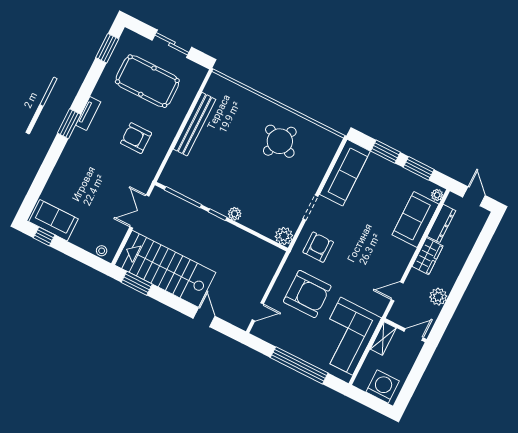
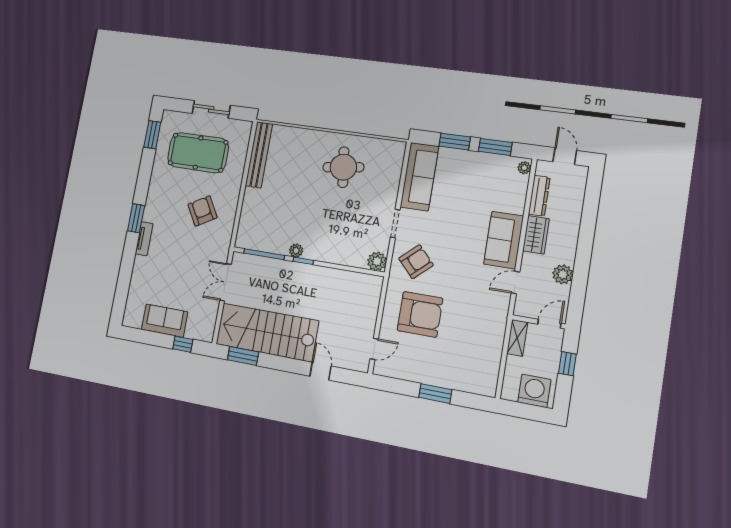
tv unit: (88, 113) -> (144, 239), moved
bench: (194, 124) -> (259, 155), moved
armchair: (136, 138) -> (202, 211), turned 60
round table: (280, 141) -> (343, 167), turned -32
plant: (235, 214) -> (296, 251), moved
sofa: (53, 220) -> (165, 321), moved
sofa: (416, 220) -> (504, 240), moved
window: (44, 236) -> (183, 344), moved
armchair: (318, 247) -> (416, 262), turned 47
stool: (102, 251) -> (200, 333), removed
corner sofa: (347, 336) -> (477, 347), removed
window: (299, 365) -> (435, 394), width x0.47
window: (417, 372) -> (567, 364), added

